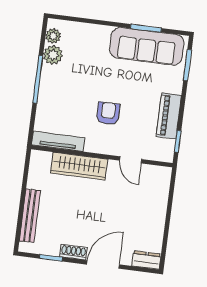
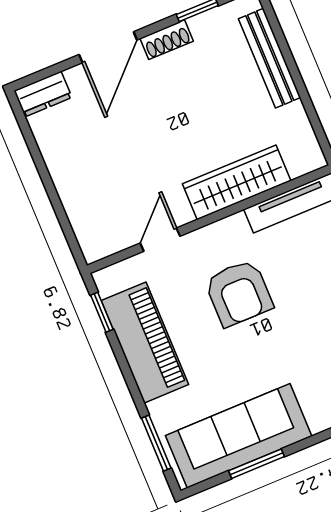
armchair: (108, 113) -> (239, 293), width x1.38, depth x1.38
piano: (169, 116) -> (145, 343), width x1.37, depth x1.33
door: (131, 160) -> (160, 240), hinge flipped

